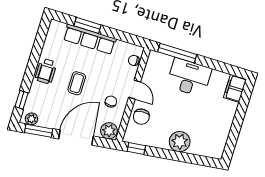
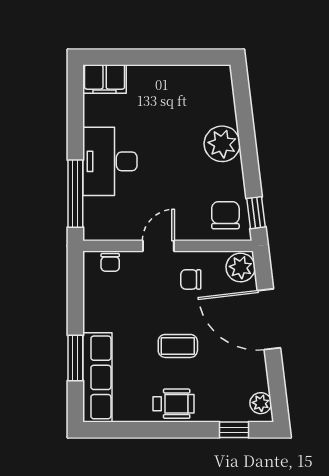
row of seats: (90, 39) -> (97, 377), moved
chair: (141, 117) -> (225, 215), moved, turned -86
window: (39, 131) -> (277, 385), removed

